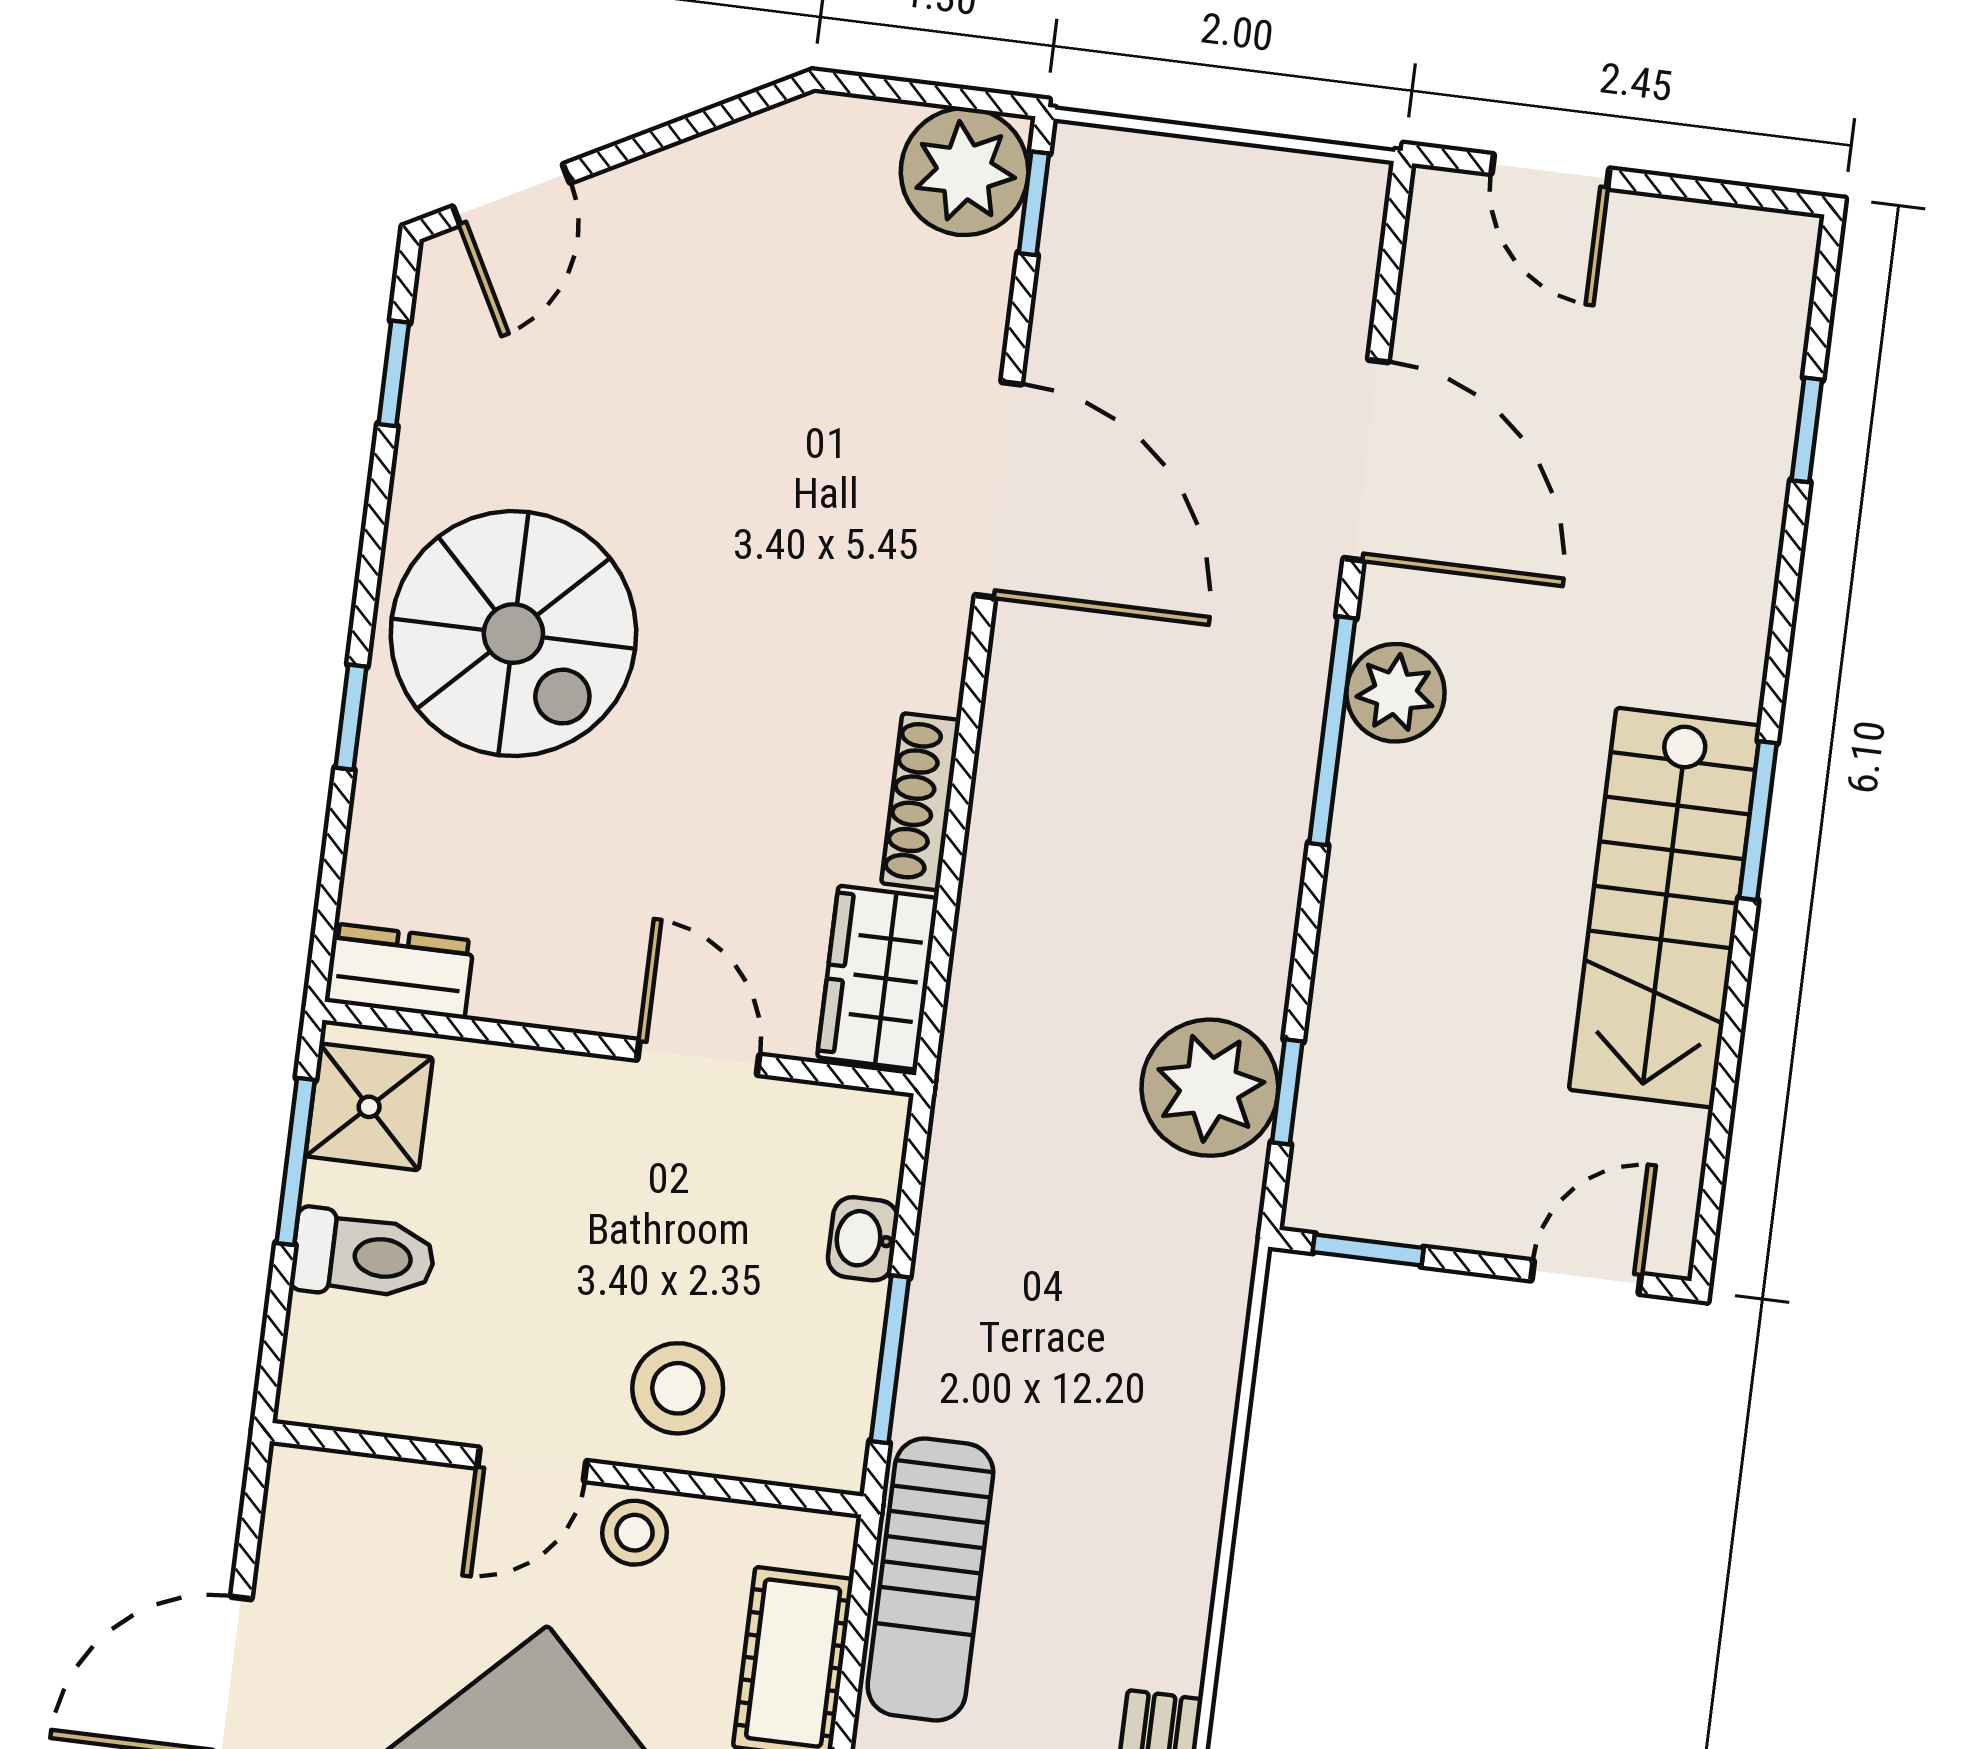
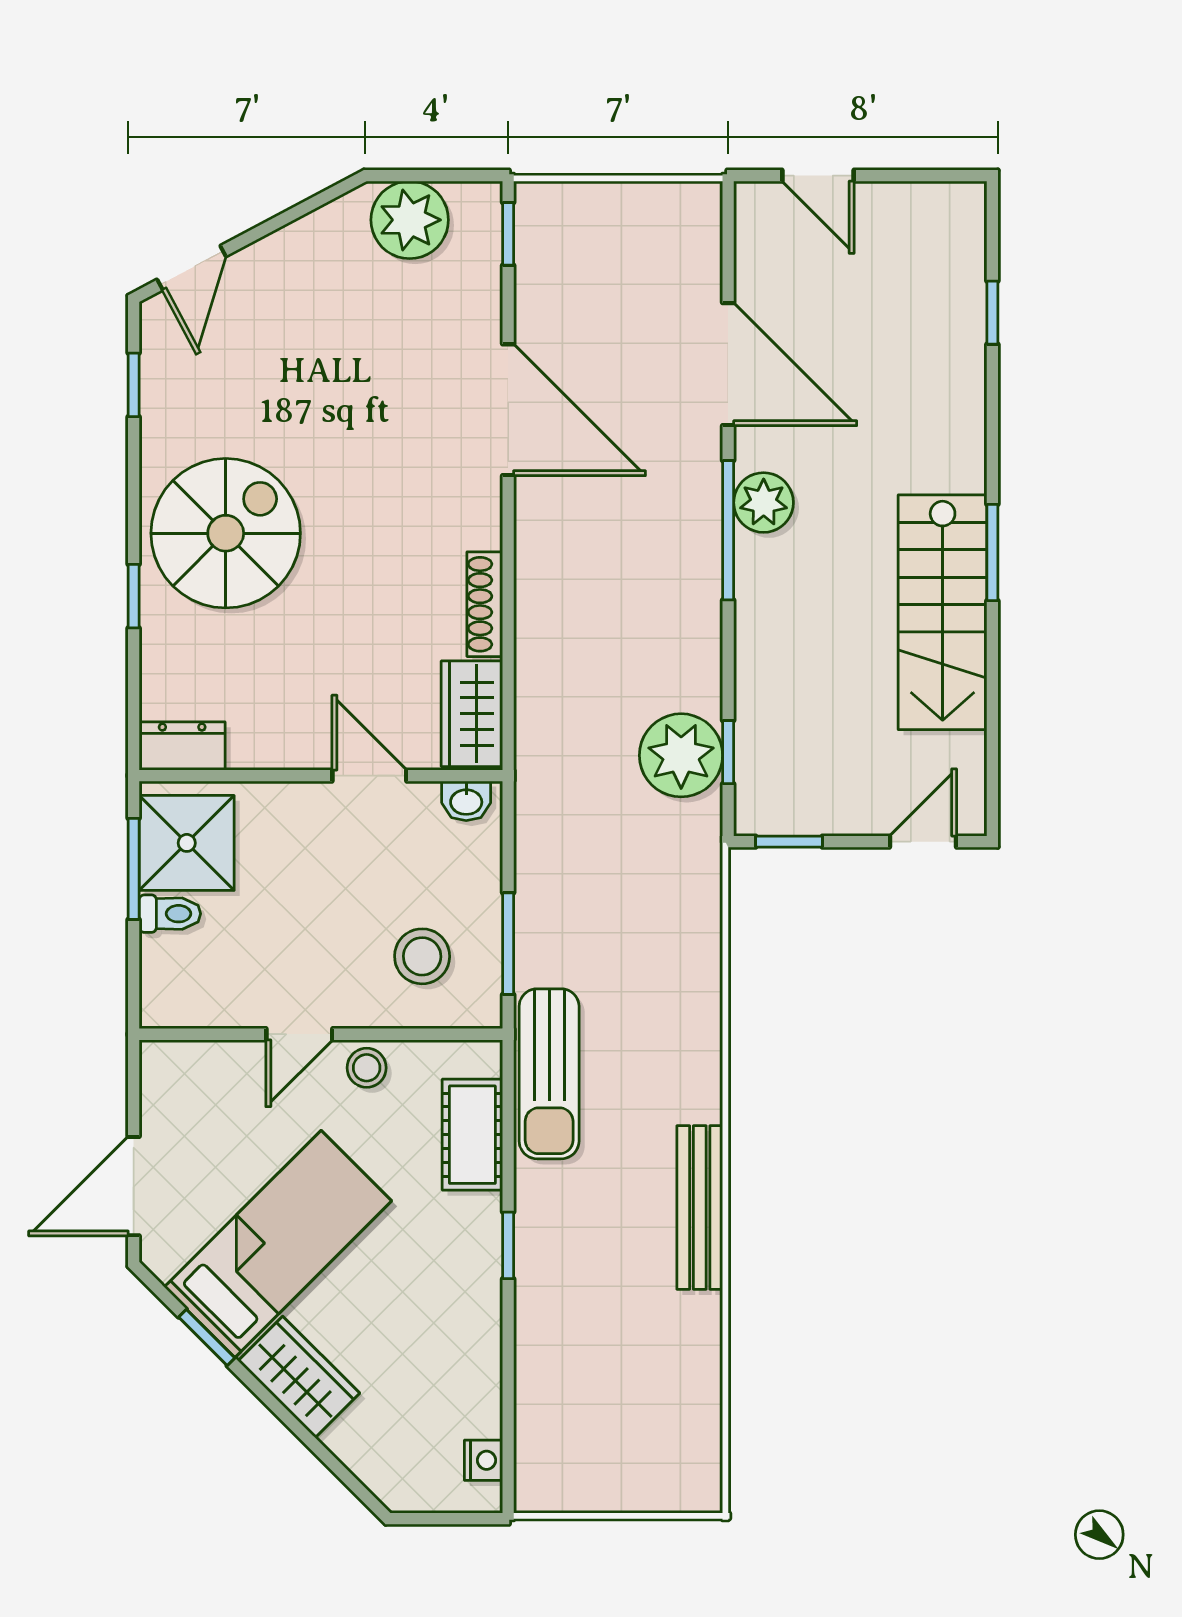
plant: (965, 172) -> (410, 220), moved
spiral stairs: (513, 634) -> (226, 533), turned -90
shower: (369, 1107) -> (187, 843), width x1.36, depth x1.36
washbasin: (863, 1239) -> (466, 801), moved, turned -90
toilet: (363, 1256) -> (170, 914), width x0.73, depth x0.72
stool: (678, 1388) -> (422, 956), moved

